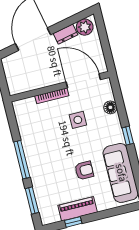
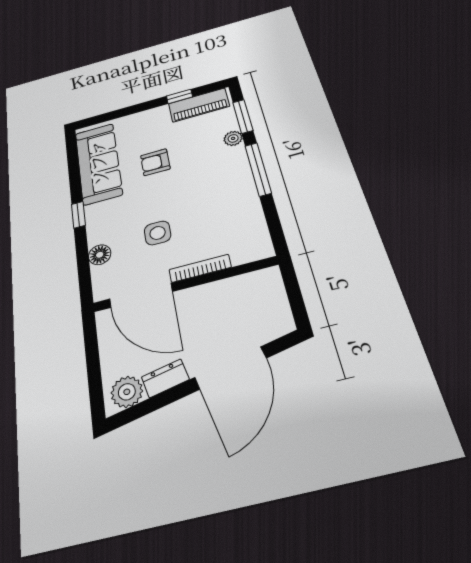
plant: (37, 184) -> (233, 138), added
piano: (78, 209) -> (199, 105), moved

